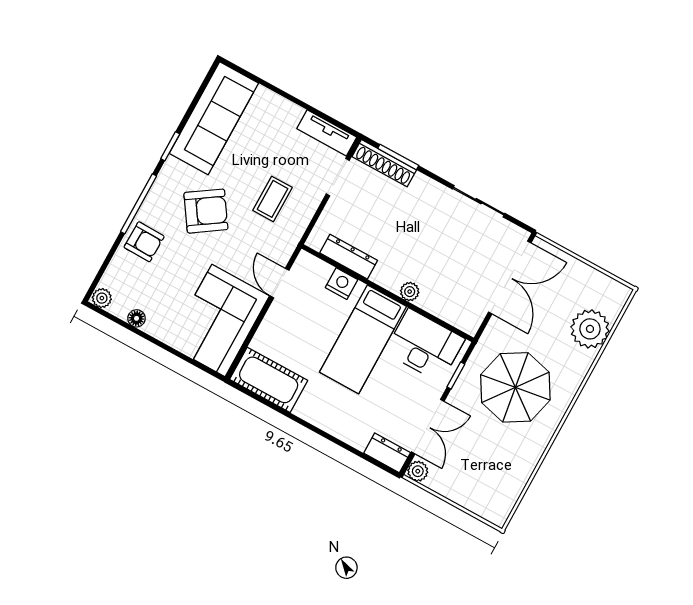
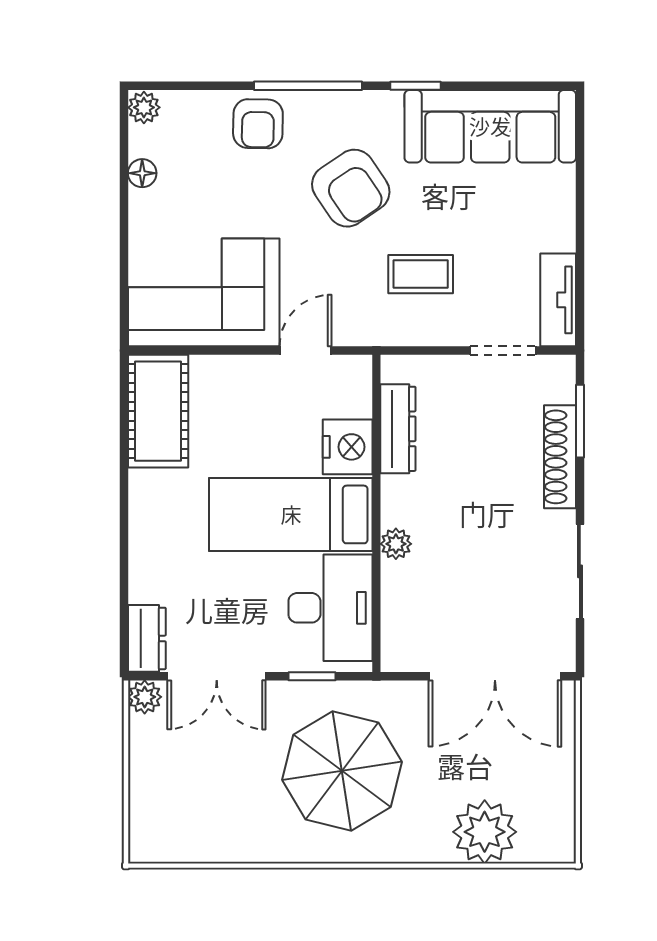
shoe rack: (384, 163) -> (560, 457), moved
nightstand: (341, 284) -> (348, 447), width x1.36, depth x1.33

